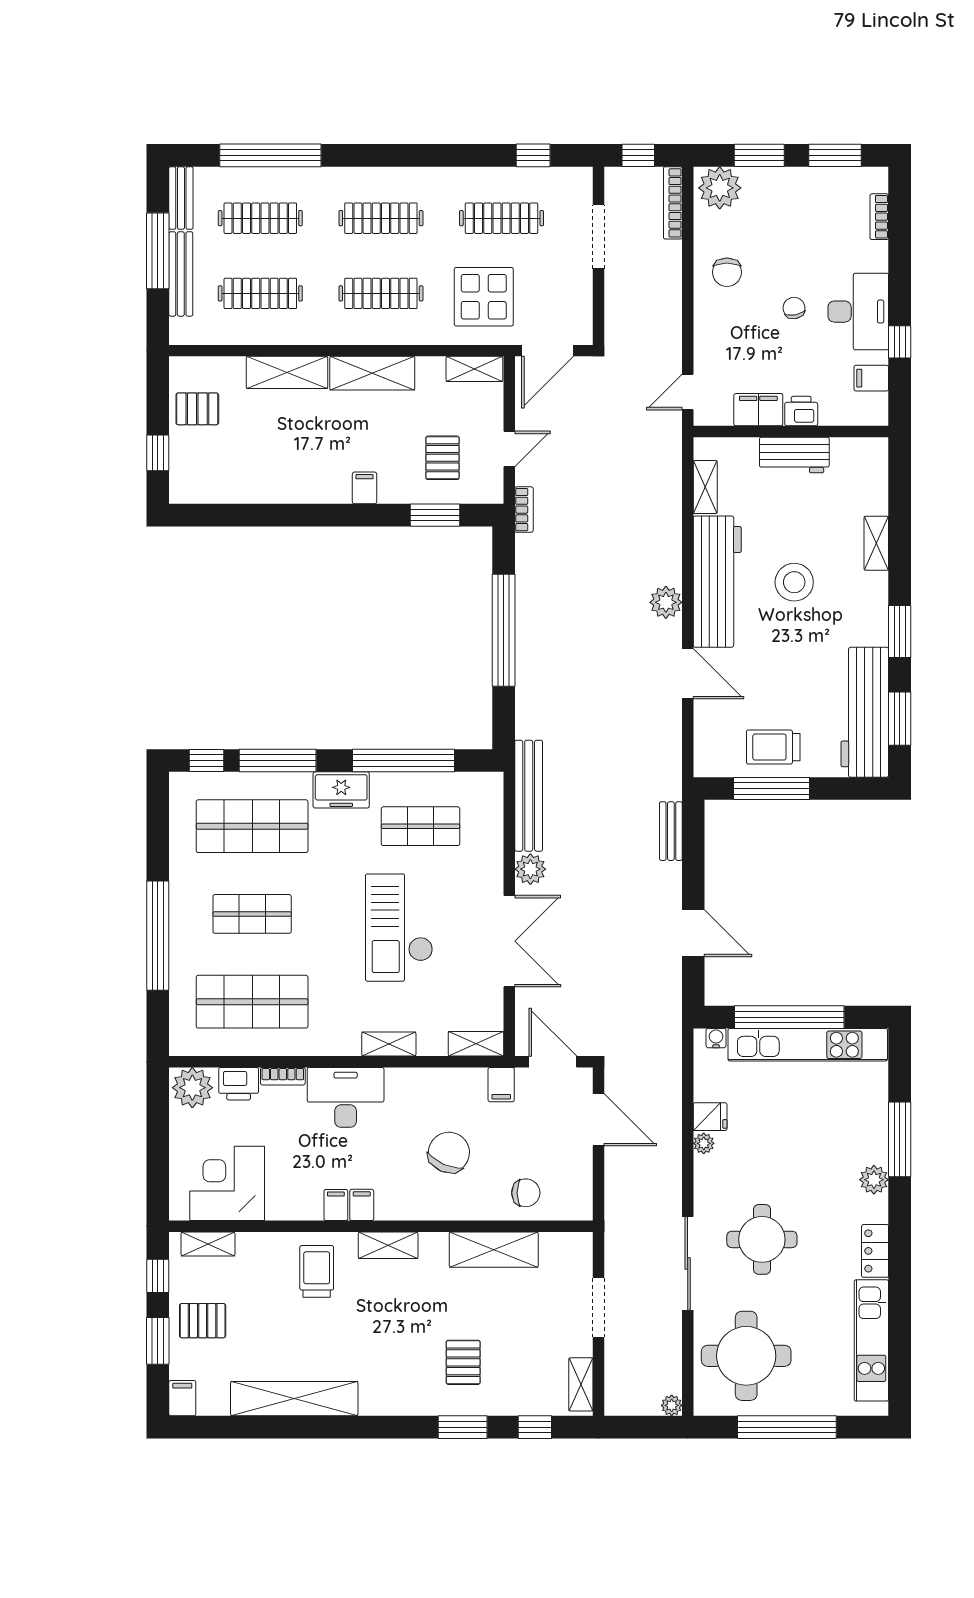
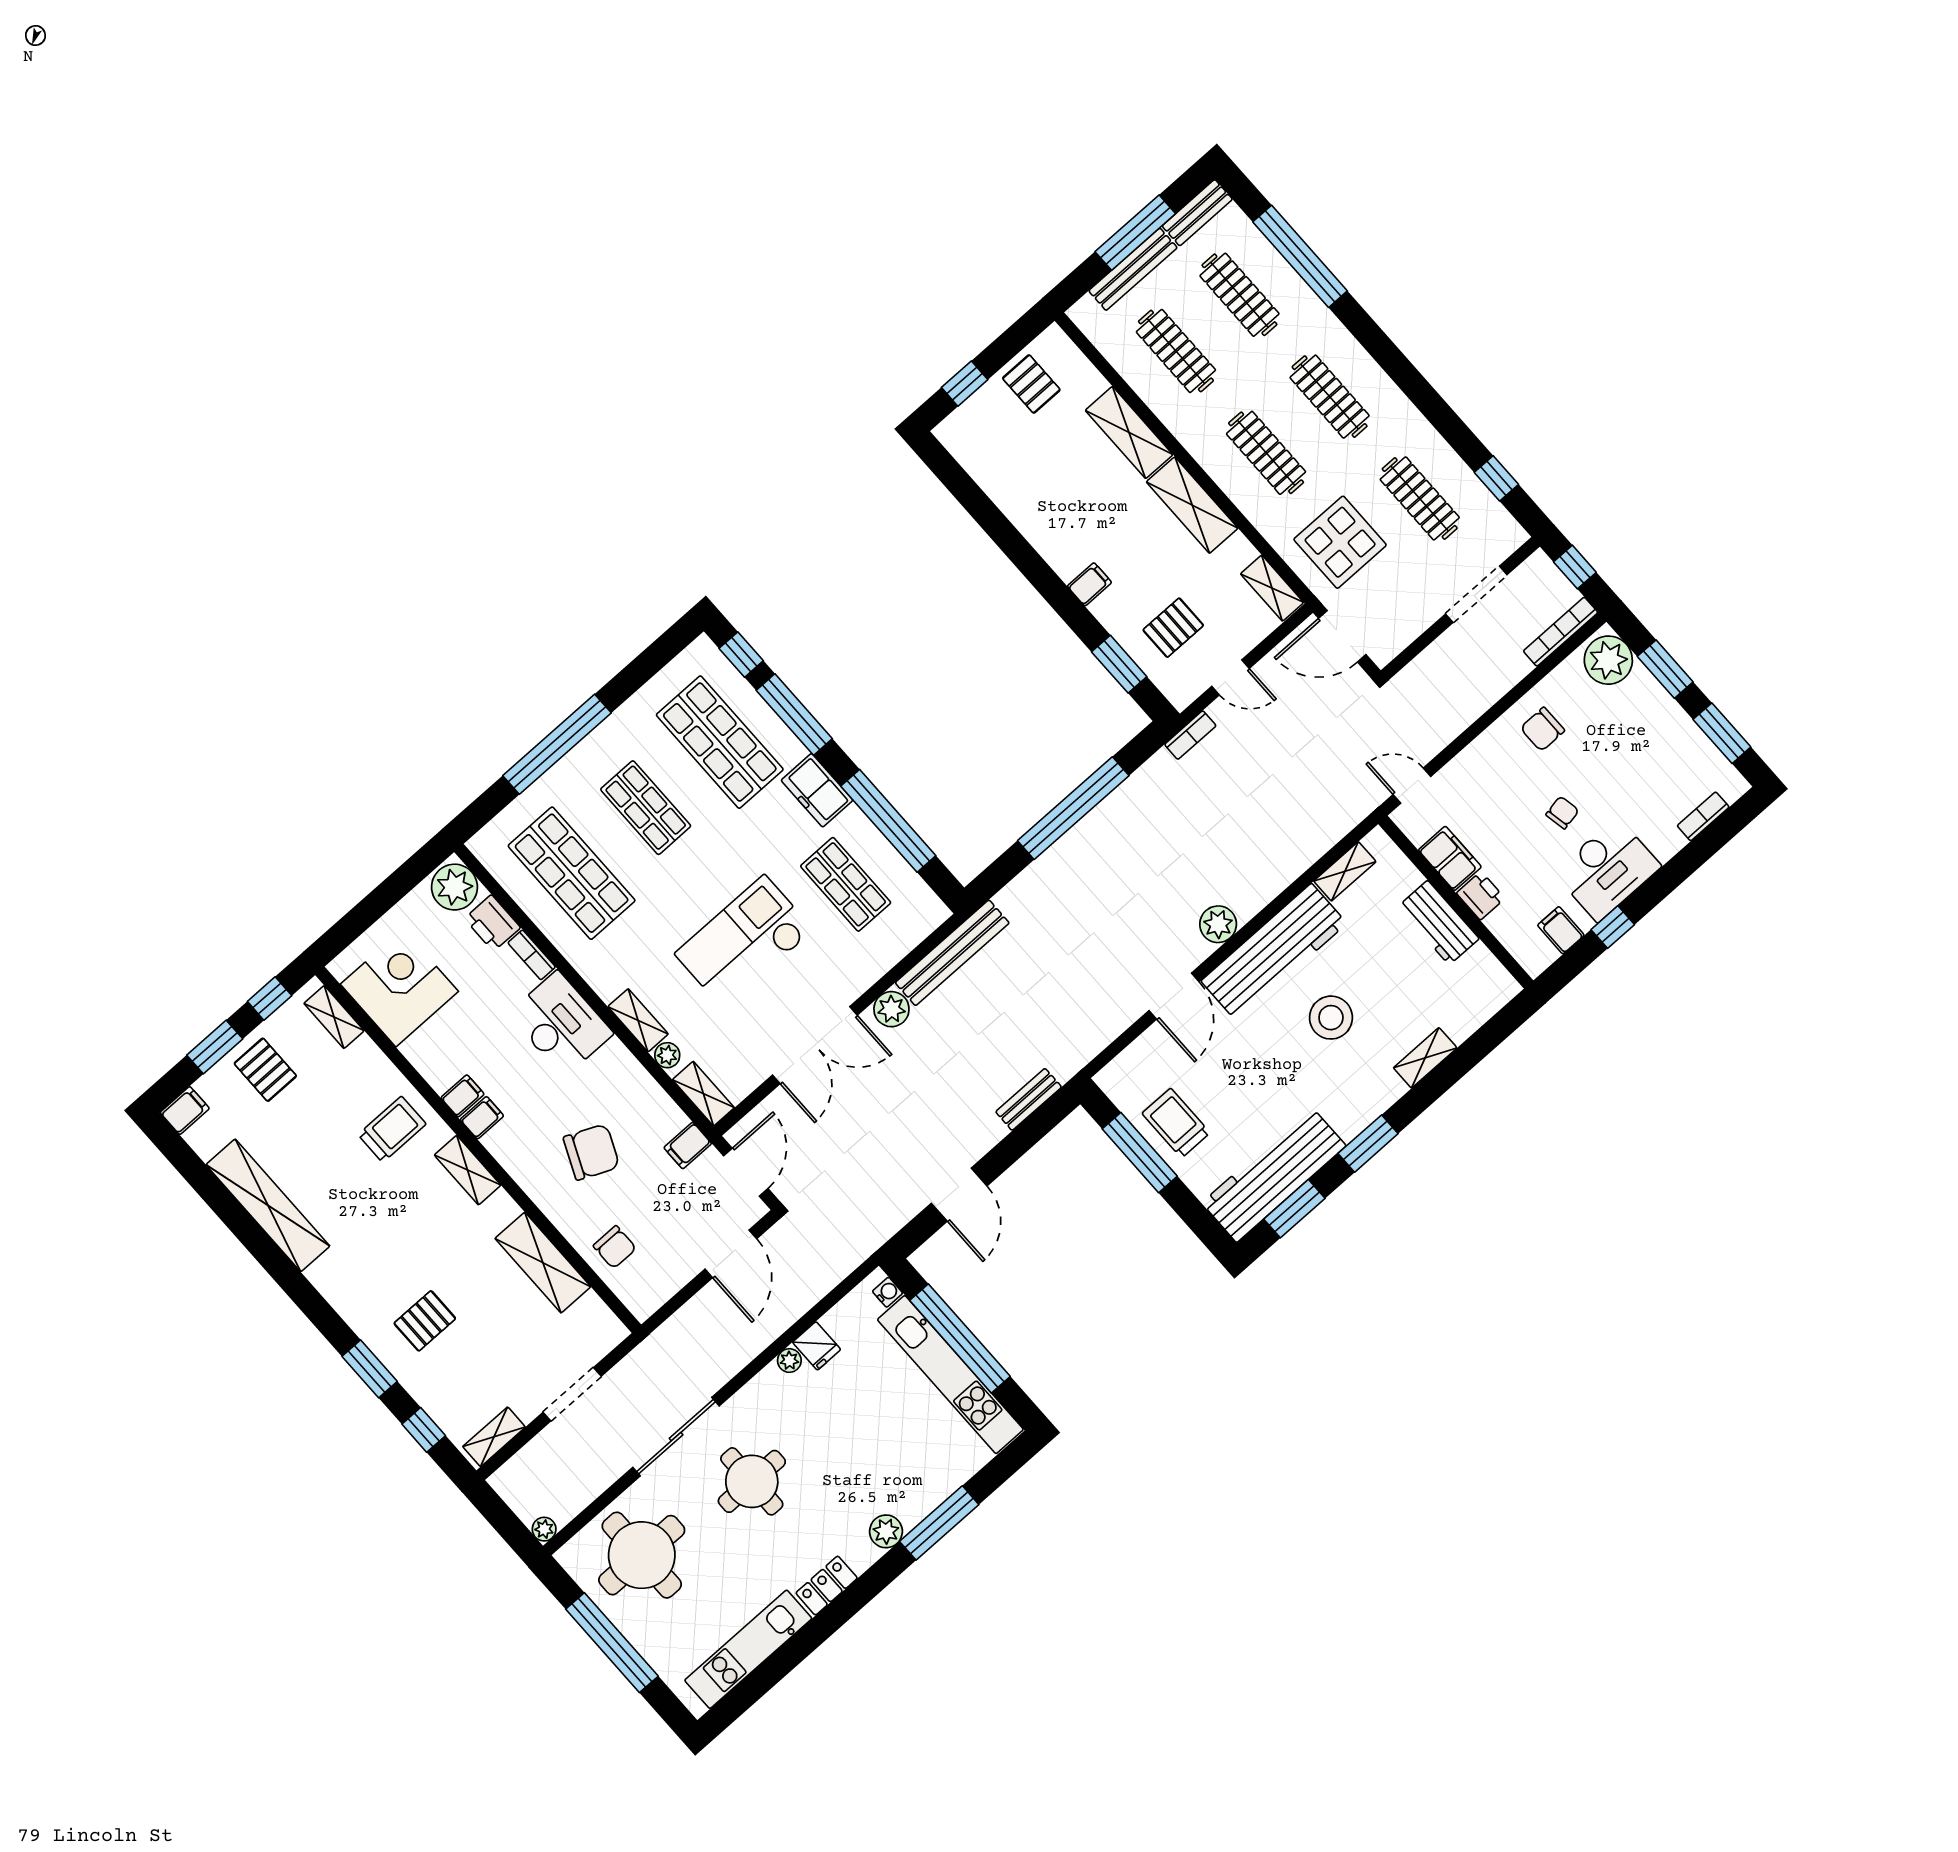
plant: (429, 1045) -> (667, 1055), added

